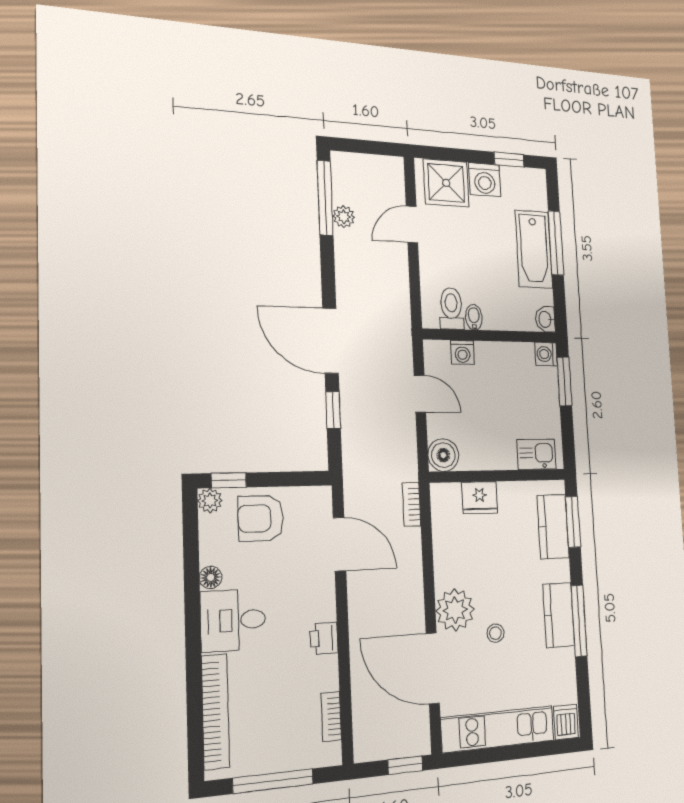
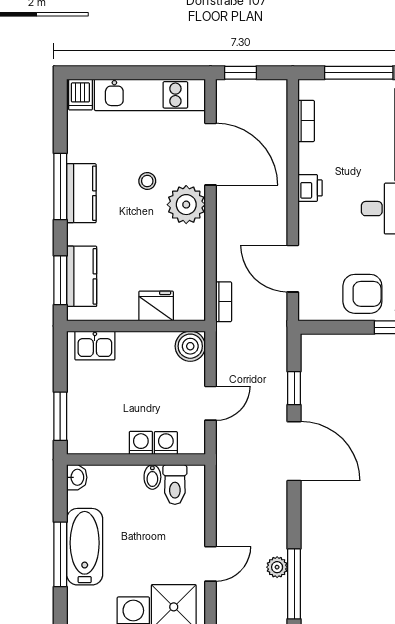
washing machine: (546, 354) -> (141, 443), moved, turned -90
door: (420, 394) -> (211, 403), swing flipped

